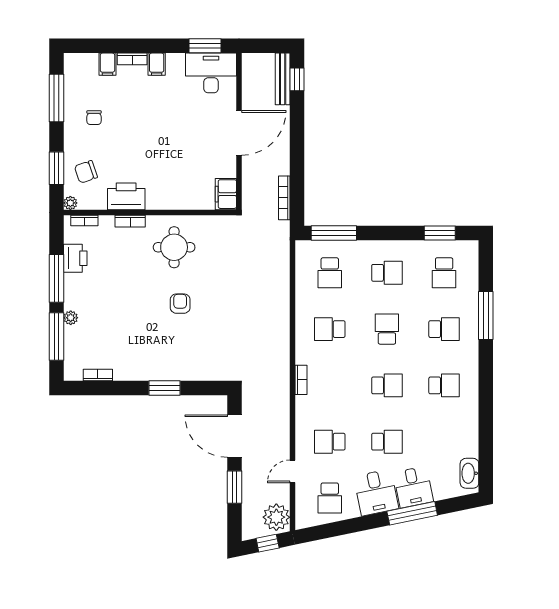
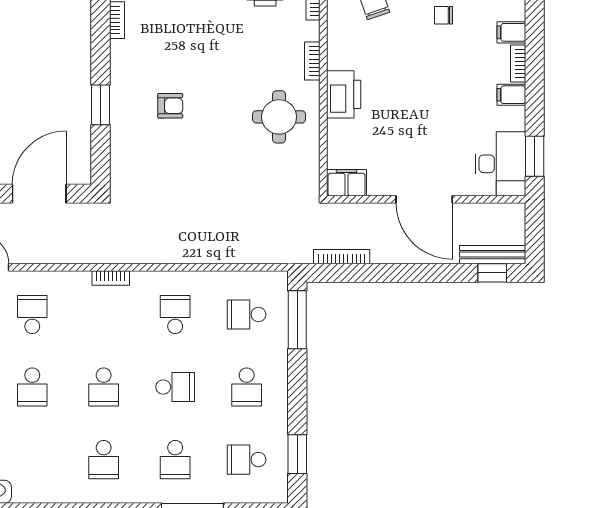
printer: (126, 196) -> (344, 94), moved
armchair: (180, 304) -> (170, 106), moved

